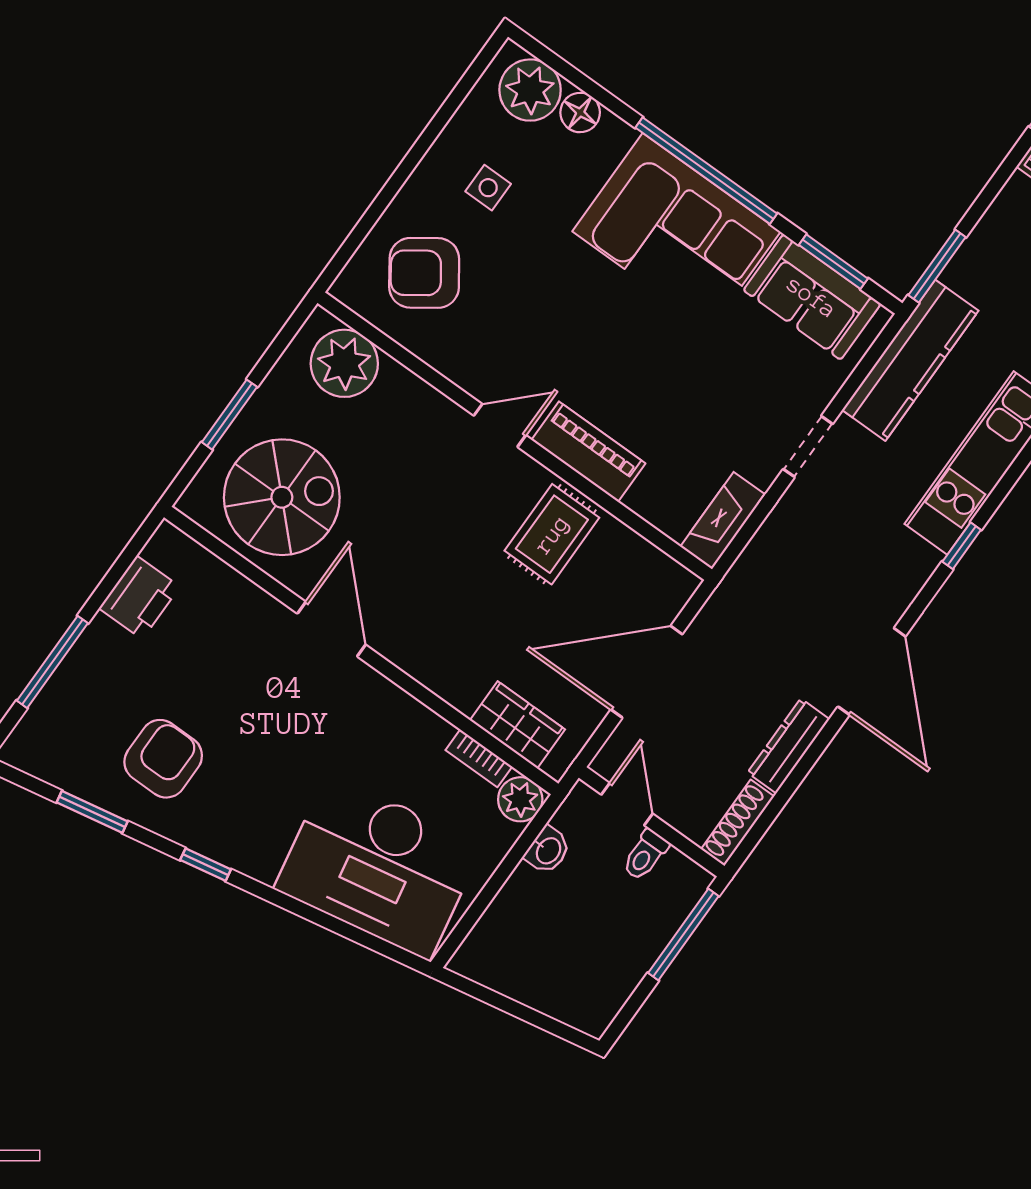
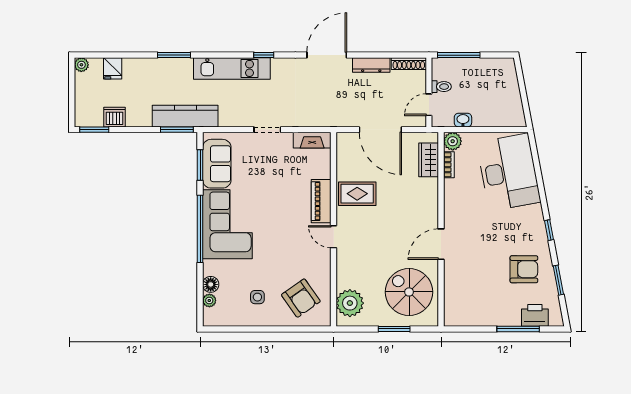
plant: (530, 90) -> (209, 301), width x0.53, depth x0.53
kitchen counter: (910, 360) -> (185, 116), moved
printer: (139, 597) -> (535, 315), moved
armchair: (163, 759) -> (524, 269), turned 180

